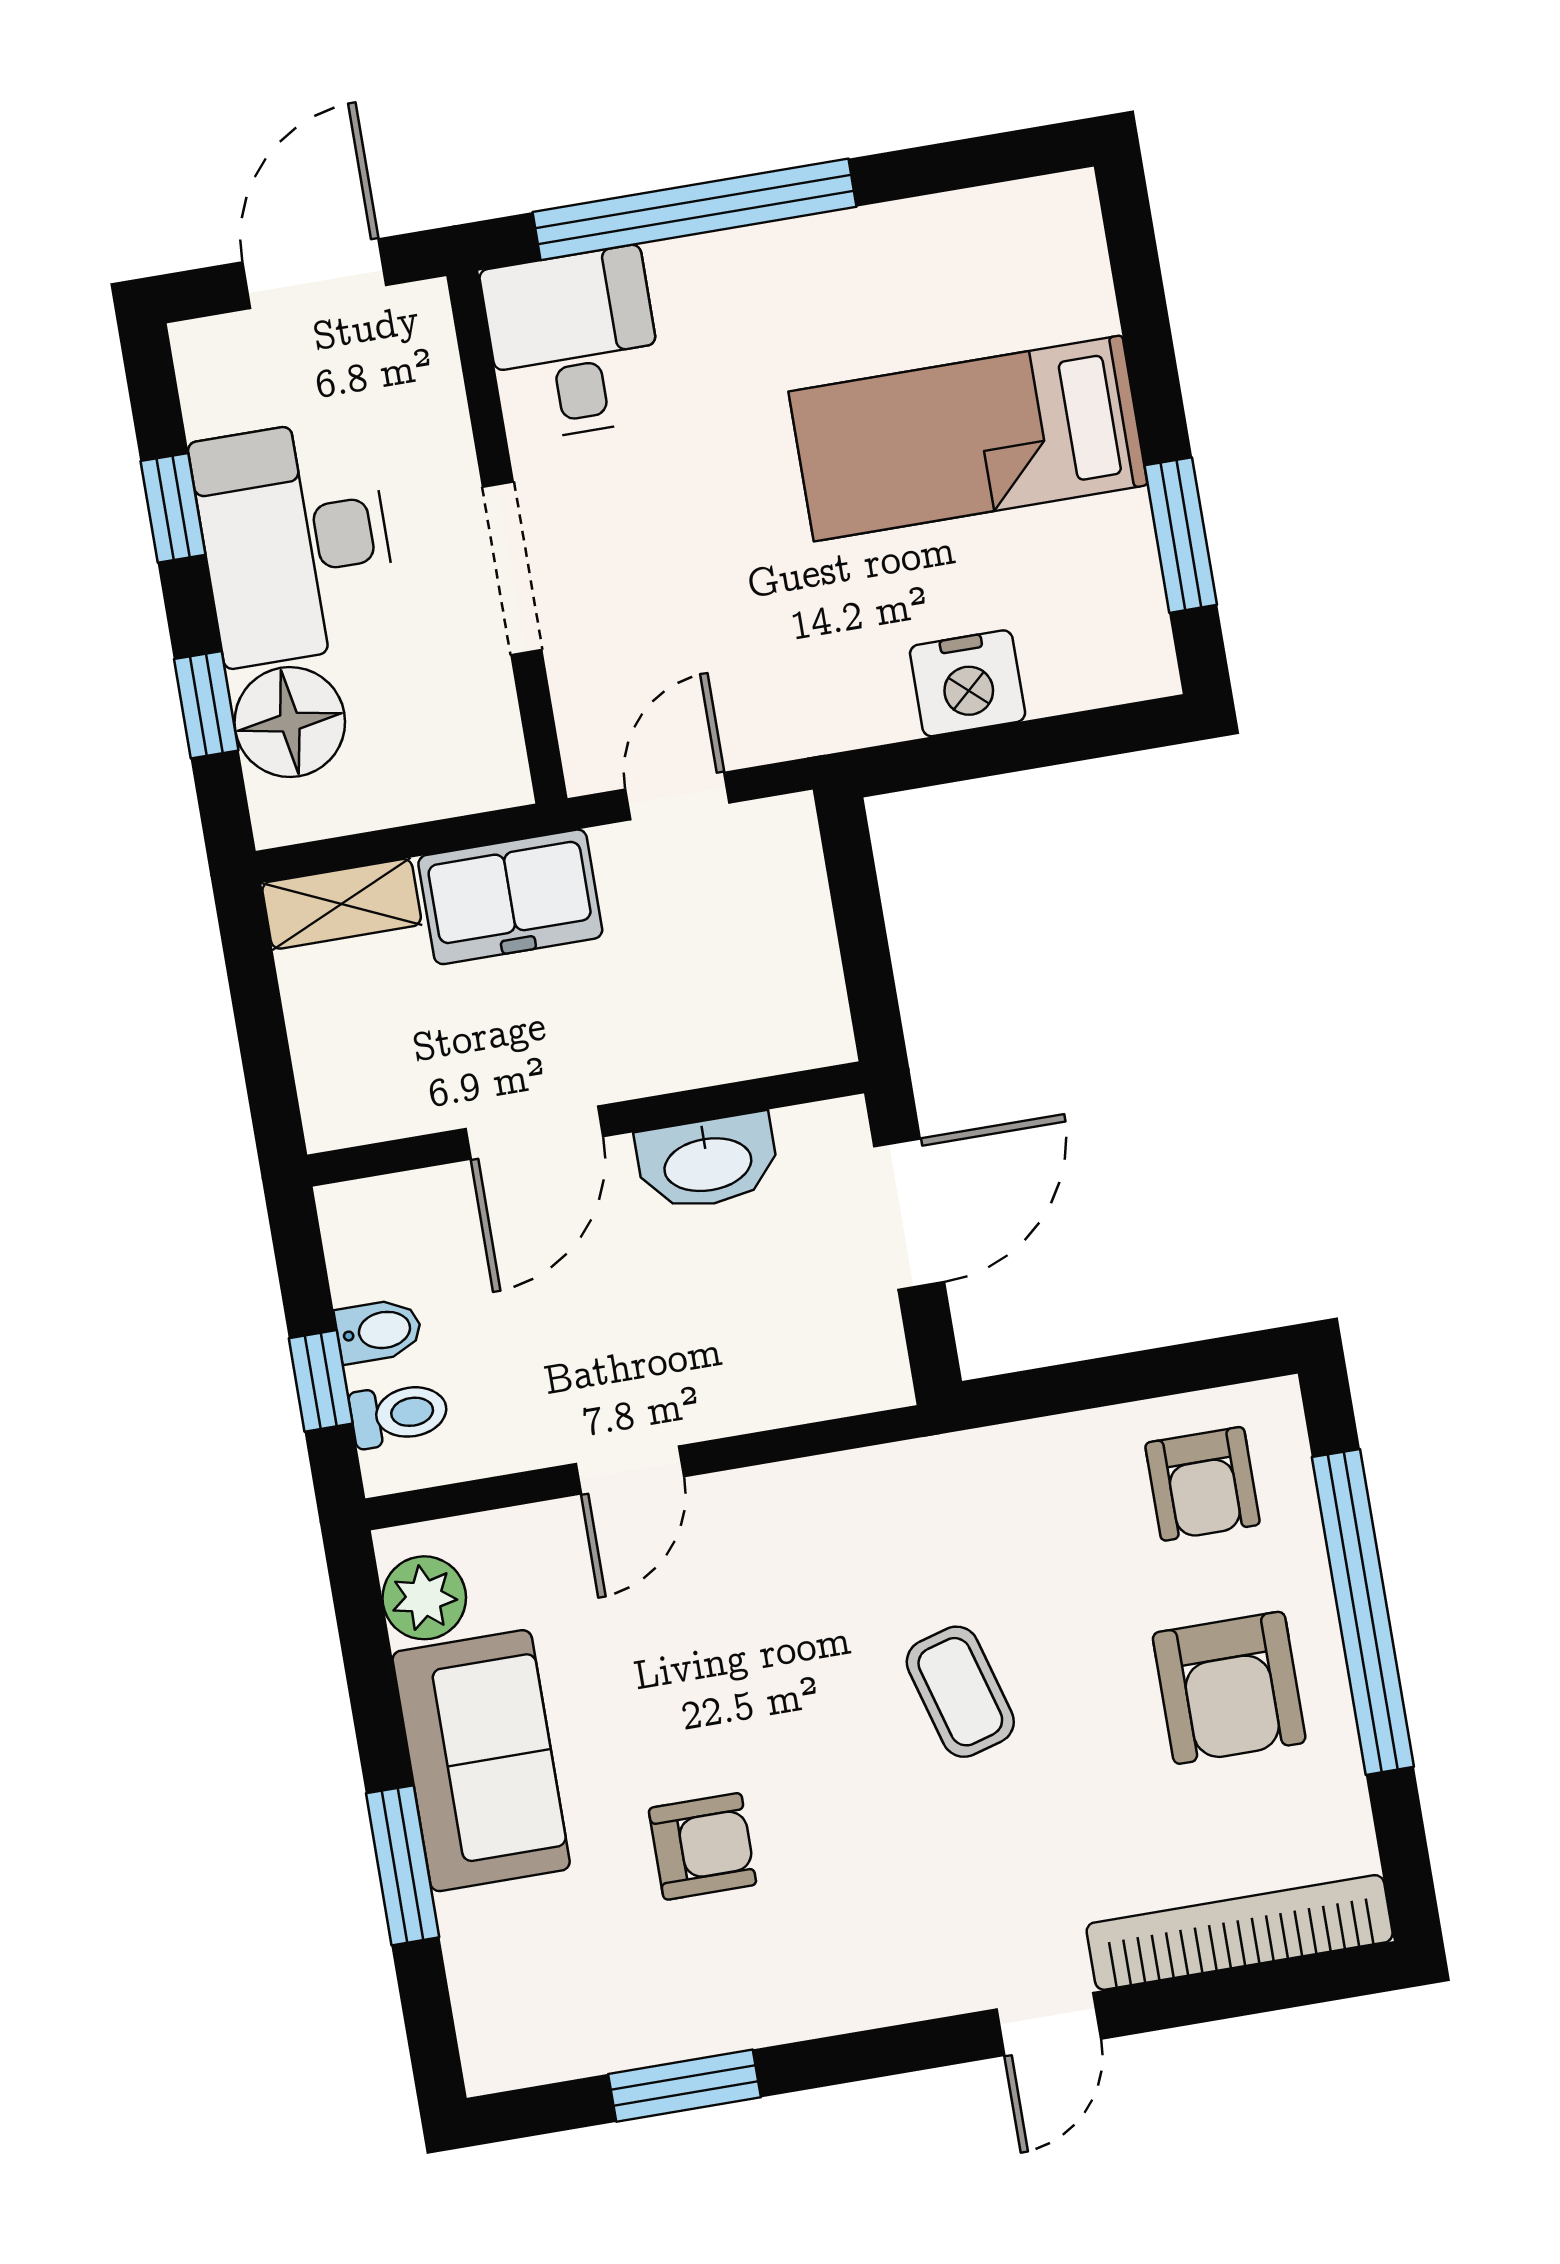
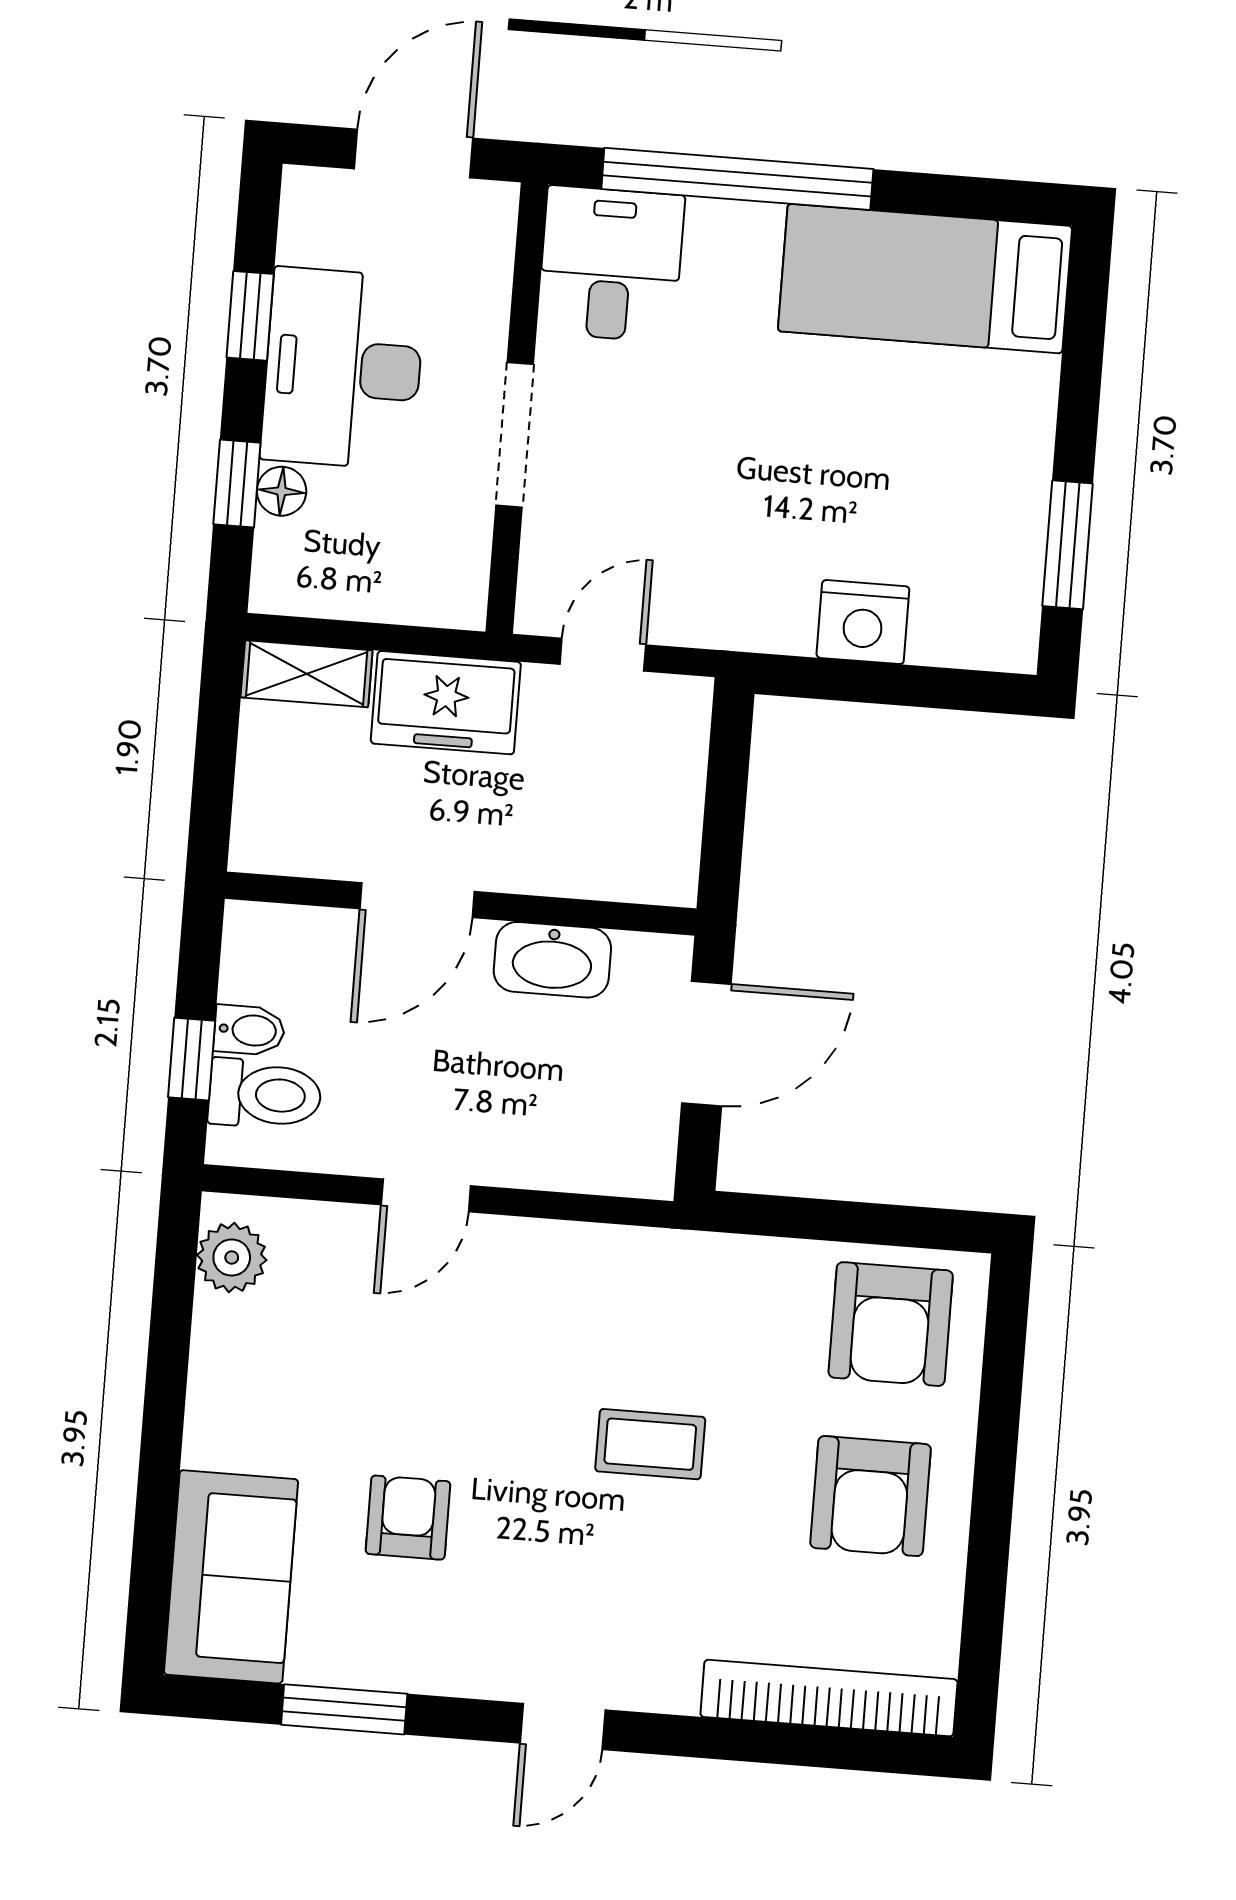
bed: (968, 438) -> (925, 279), moved
floor lamp: (290, 722) -> (282, 491), width x0.53, depth x0.53
toilet: (399, 1414) -> (265, 1094), width x1.37, depth x1.39
armchair: (1202, 1484) -> (891, 1324), width x1.38, depth x1.38
window: (1363, 1612) -> (995, 1462), removed
coffee table: (960, 1692) -> (650, 1444), turned -74
sofa: (481, 1761) -> (231, 1577), moved
armchair: (702, 1846) -> (408, 1518), turned -90
window: (403, 1865) -> (159, 1472), removed
door: (1049, 2024) -> (563, 1727), moved

